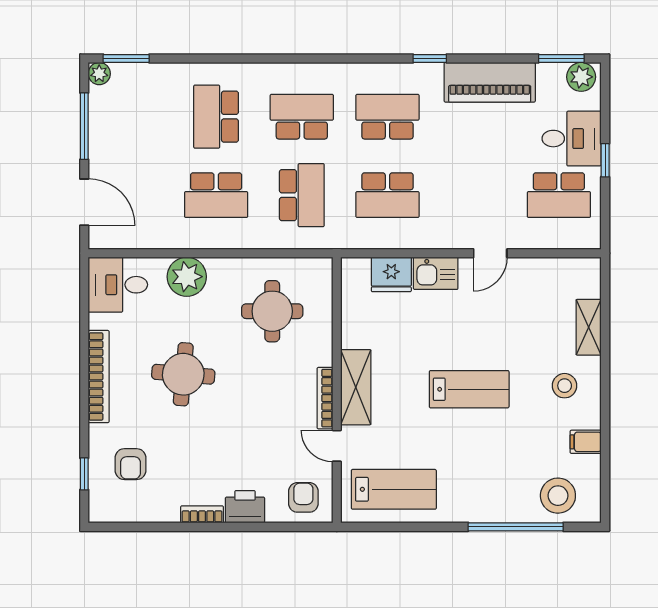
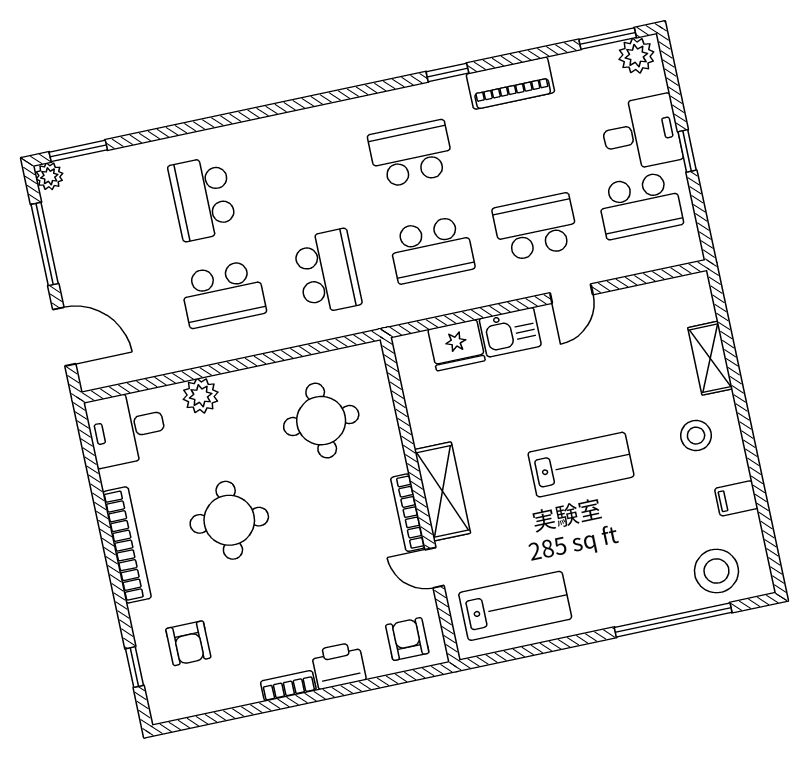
piano: (490, 82) -> (510, 83), width x0.73, depth x0.75
school desk: (302, 117) -> (536, 227), moved
plant: (187, 277) -> (201, 396), width x0.73, depth x0.73

